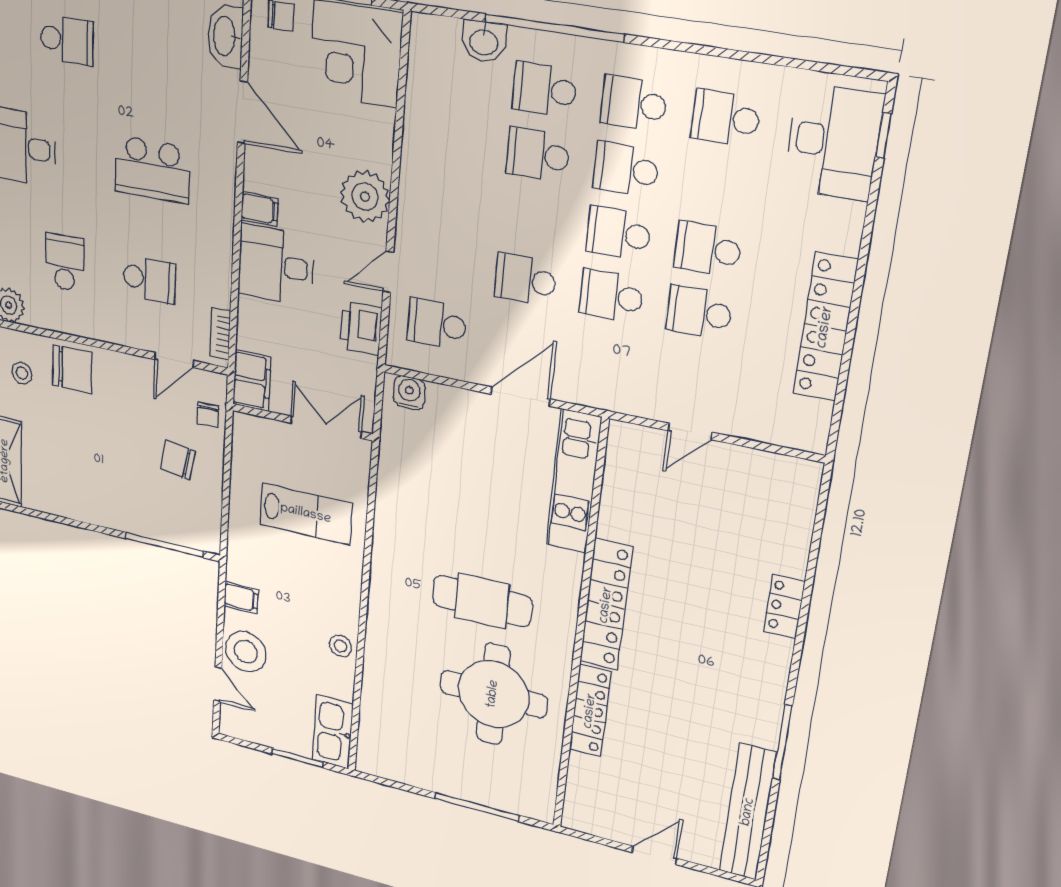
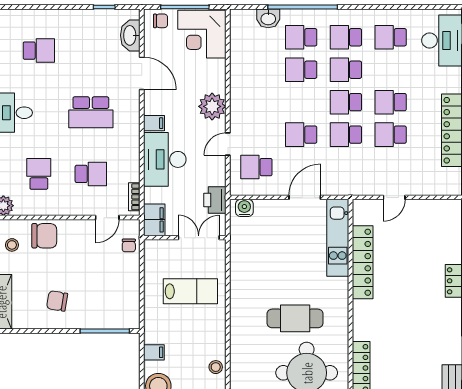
desk: (276, 265) -> (165, 159), width x1.37
printer: (361, 328) -> (215, 200), moved
chair: (178, 460) -> (57, 301), moved
locker: (606, 605) -> (363, 262), moved

